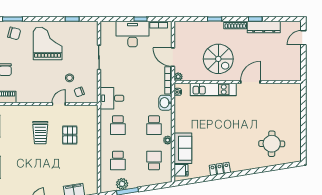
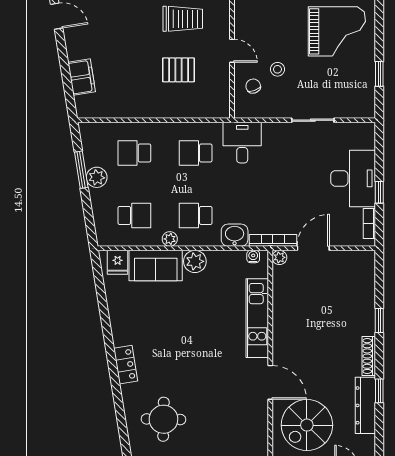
spiral stairs: (218, 59) -> (307, 425), moved
plant: (181, 126) -> (195, 261), added
trolley: (40, 133) -> (183, 19), turned 180
locker: (220, 169) -> (126, 365), moved
plant: (122, 184) -> (97, 177), moved

